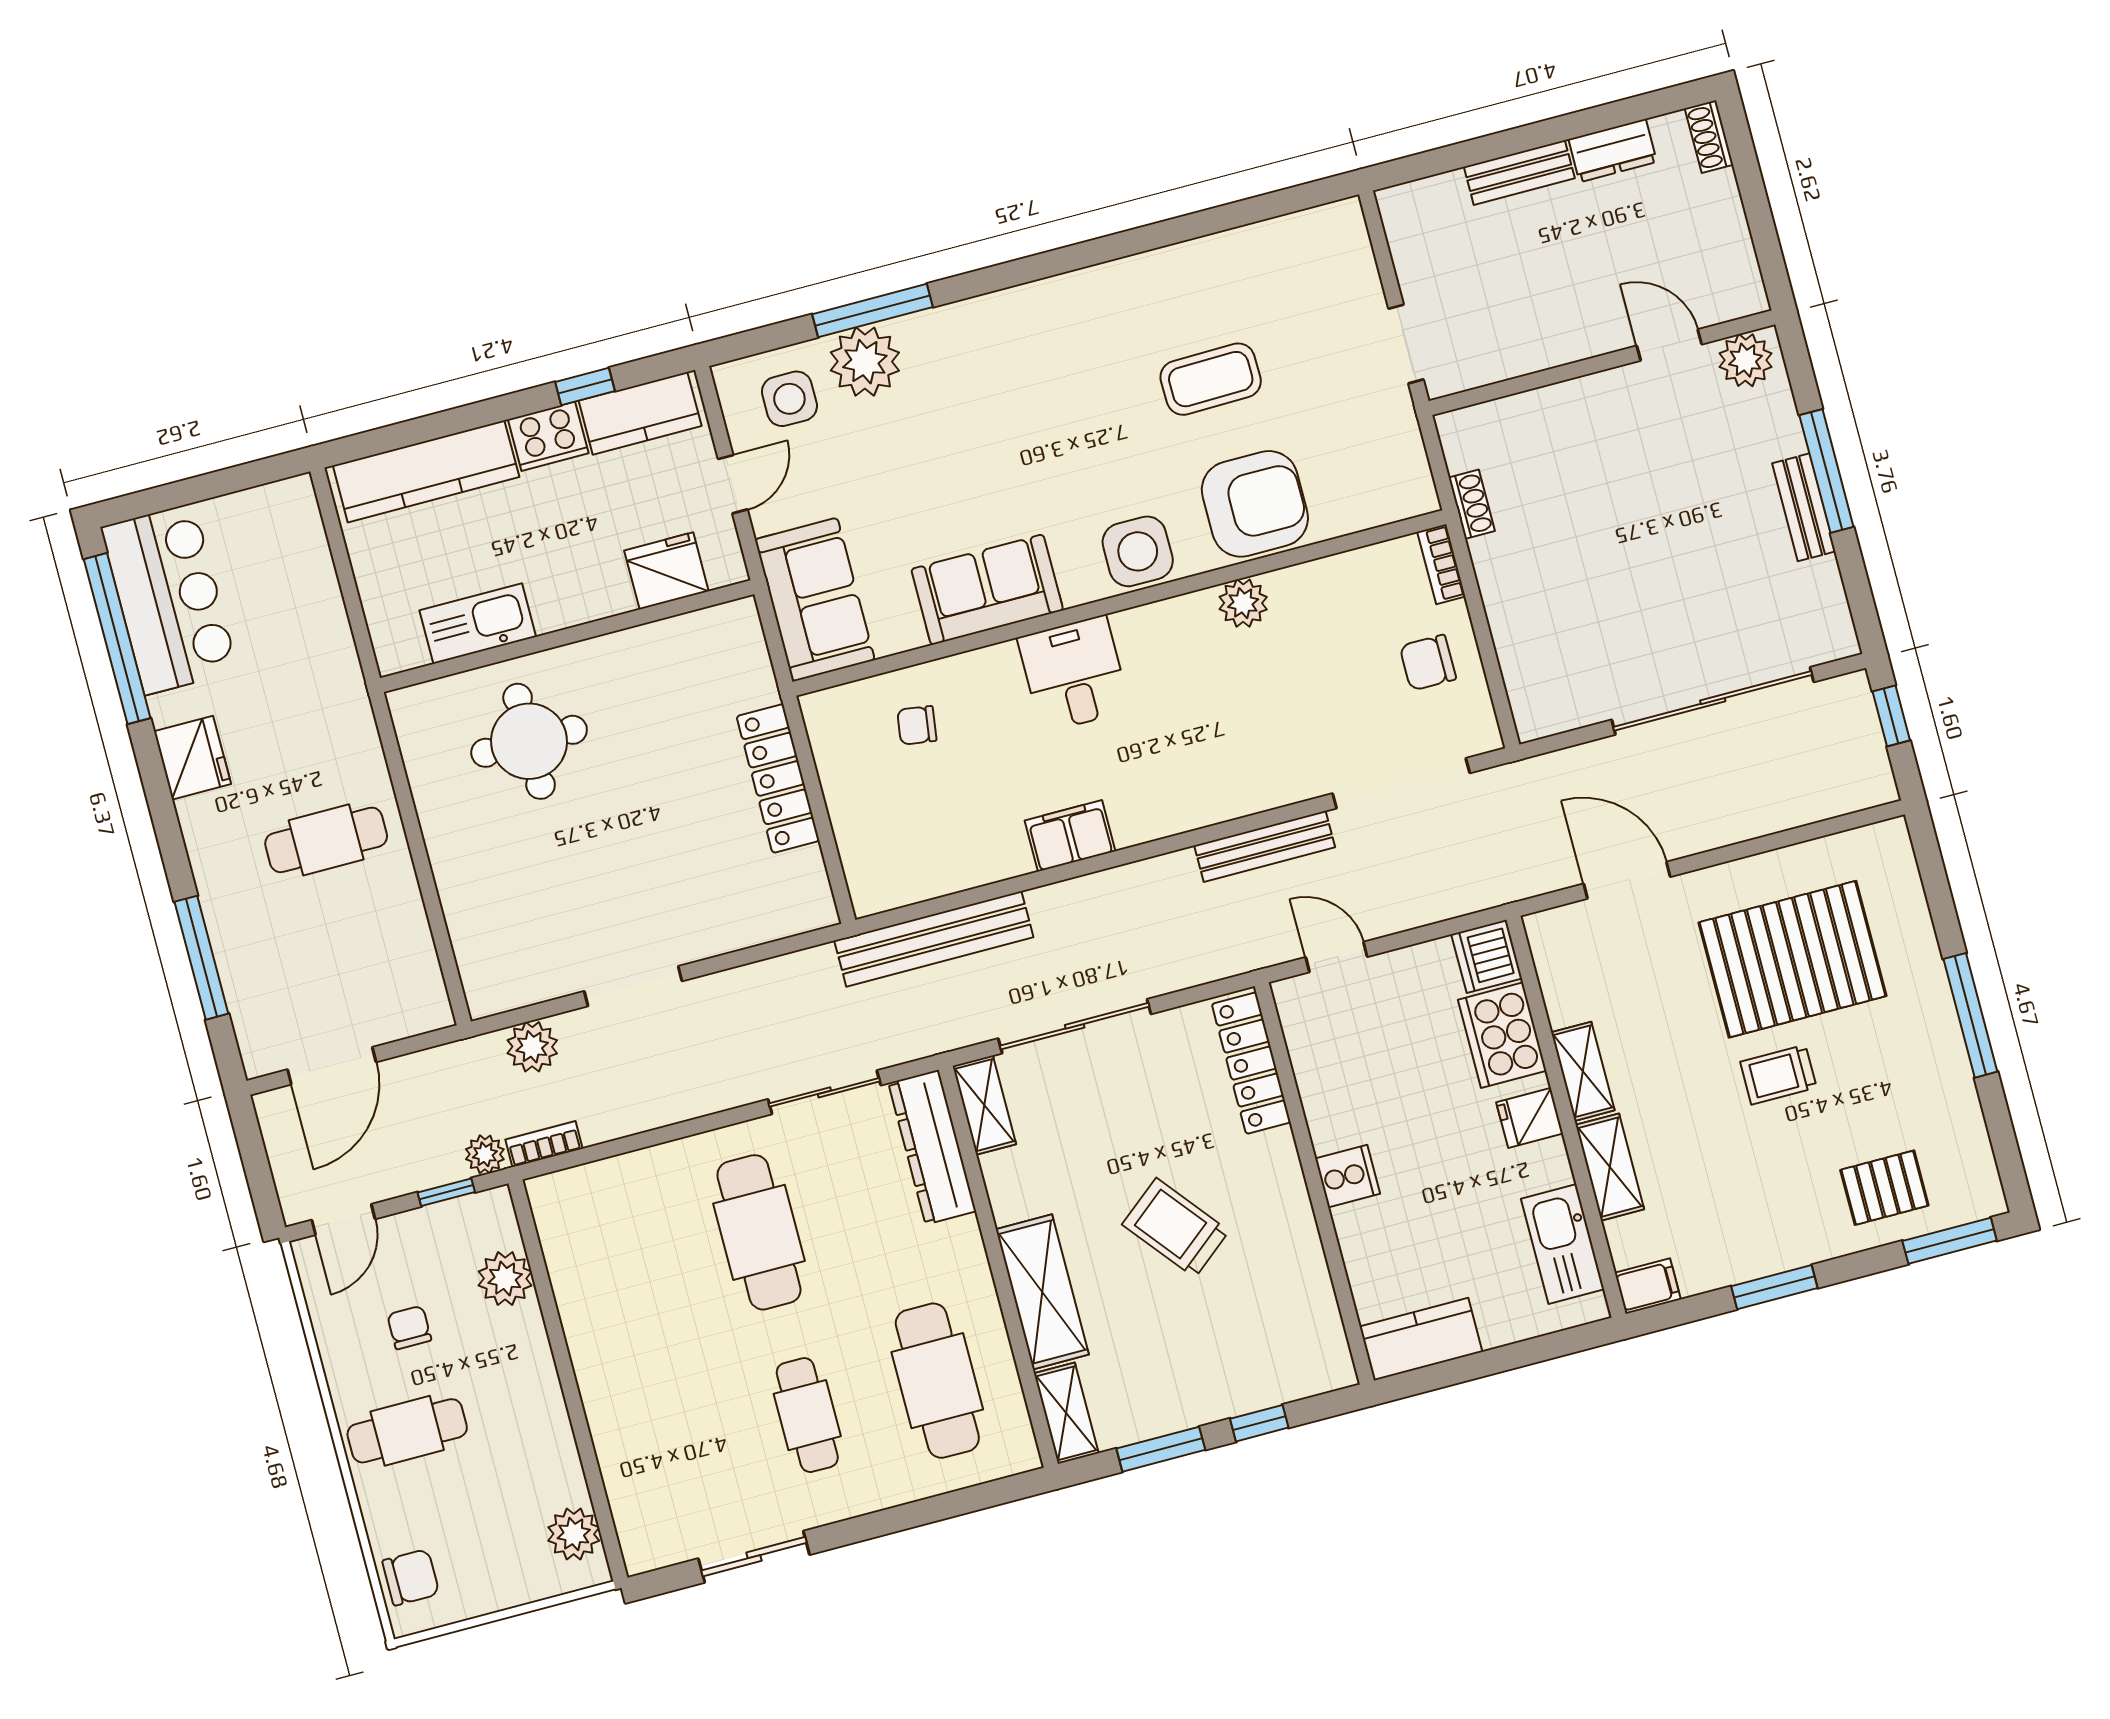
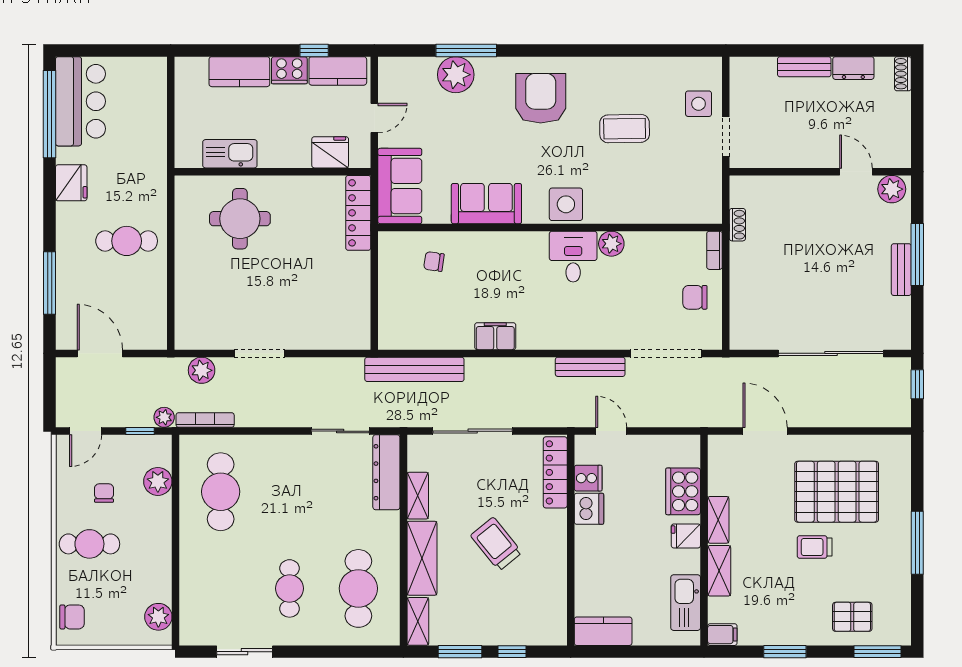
side table: (789, 399) -> (699, 104), moved
kitchen counter: (426, 471) -> (239, 72), width x0.67
armchair: (1255, 504) -> (541, 98), moved, turned -90
desk: (1074, 674) -> (573, 257), moved
locker: (778, 778) -> (358, 213), moved
dishwasher: (1487, 956) -> (589, 509), moved, turned 180
door: (332, 1066) -> (100, 353), swing flipped
shelving: (984, 1105) -> (418, 496), moved
bookcase: (544, 1144) -> (205, 420), width x1.56
cooker: (1348, 1176) -> (588, 478), moved
cafe table: (759, 1232) -> (221, 492), moved

